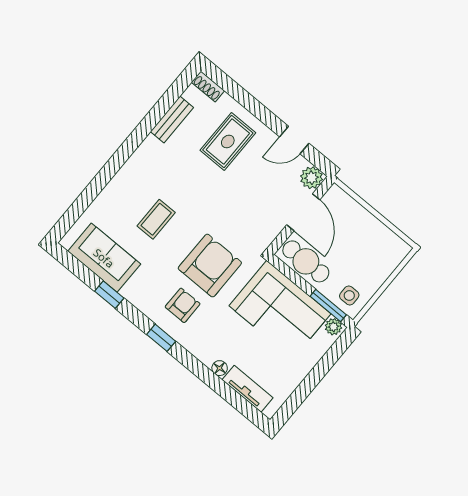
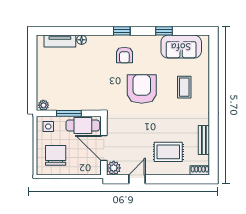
rug: (228, 141) -> (168, 152), turned 90
coffee table: (156, 219) -> (184, 87), moved
chair: (370, 253) -> (56, 155), added
armchair: (210, 266) -> (142, 89), moved, turned 180
window: (328, 305) -> (69, 113), moved
corner sofa: (280, 310) -> (76, 92), removed

